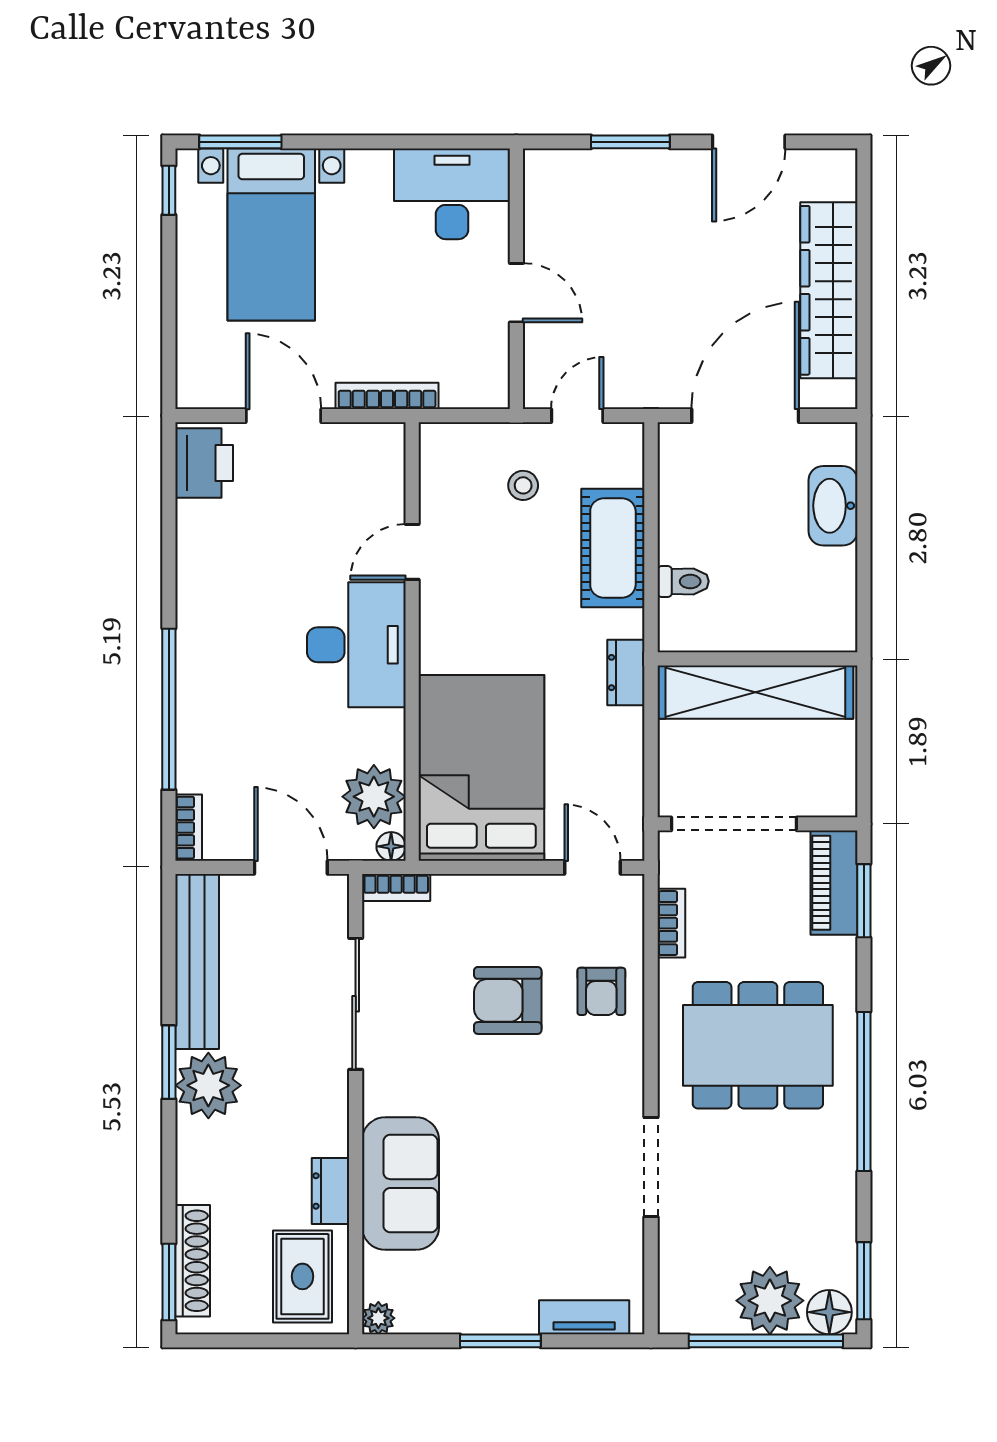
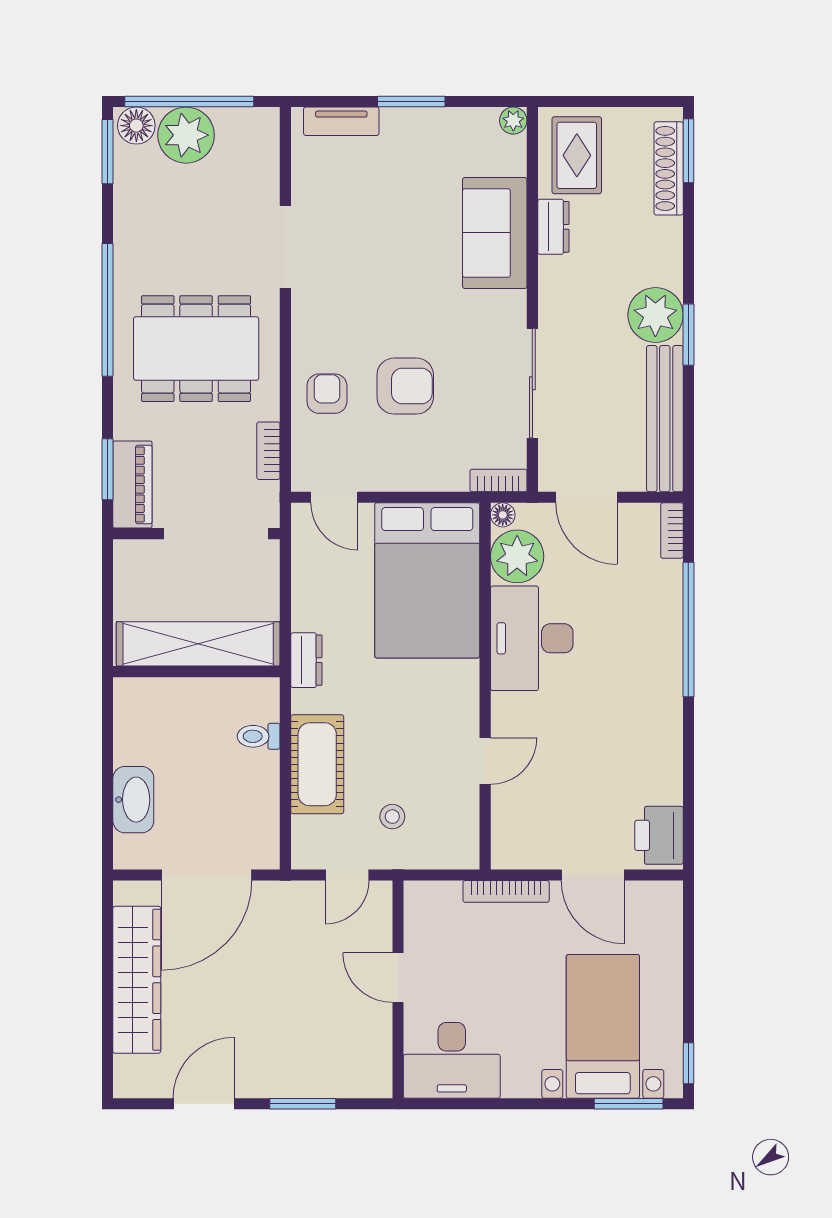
desk: (356, 645) -> (532, 638), moved

